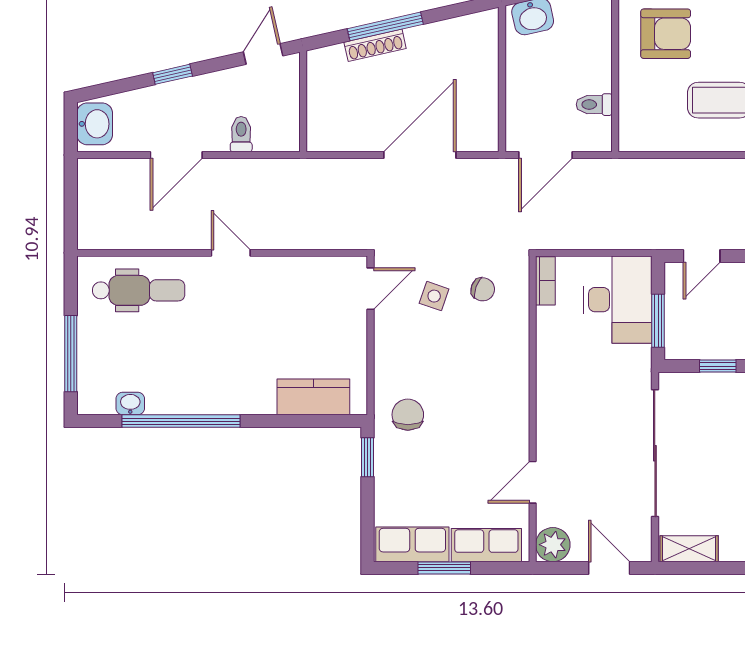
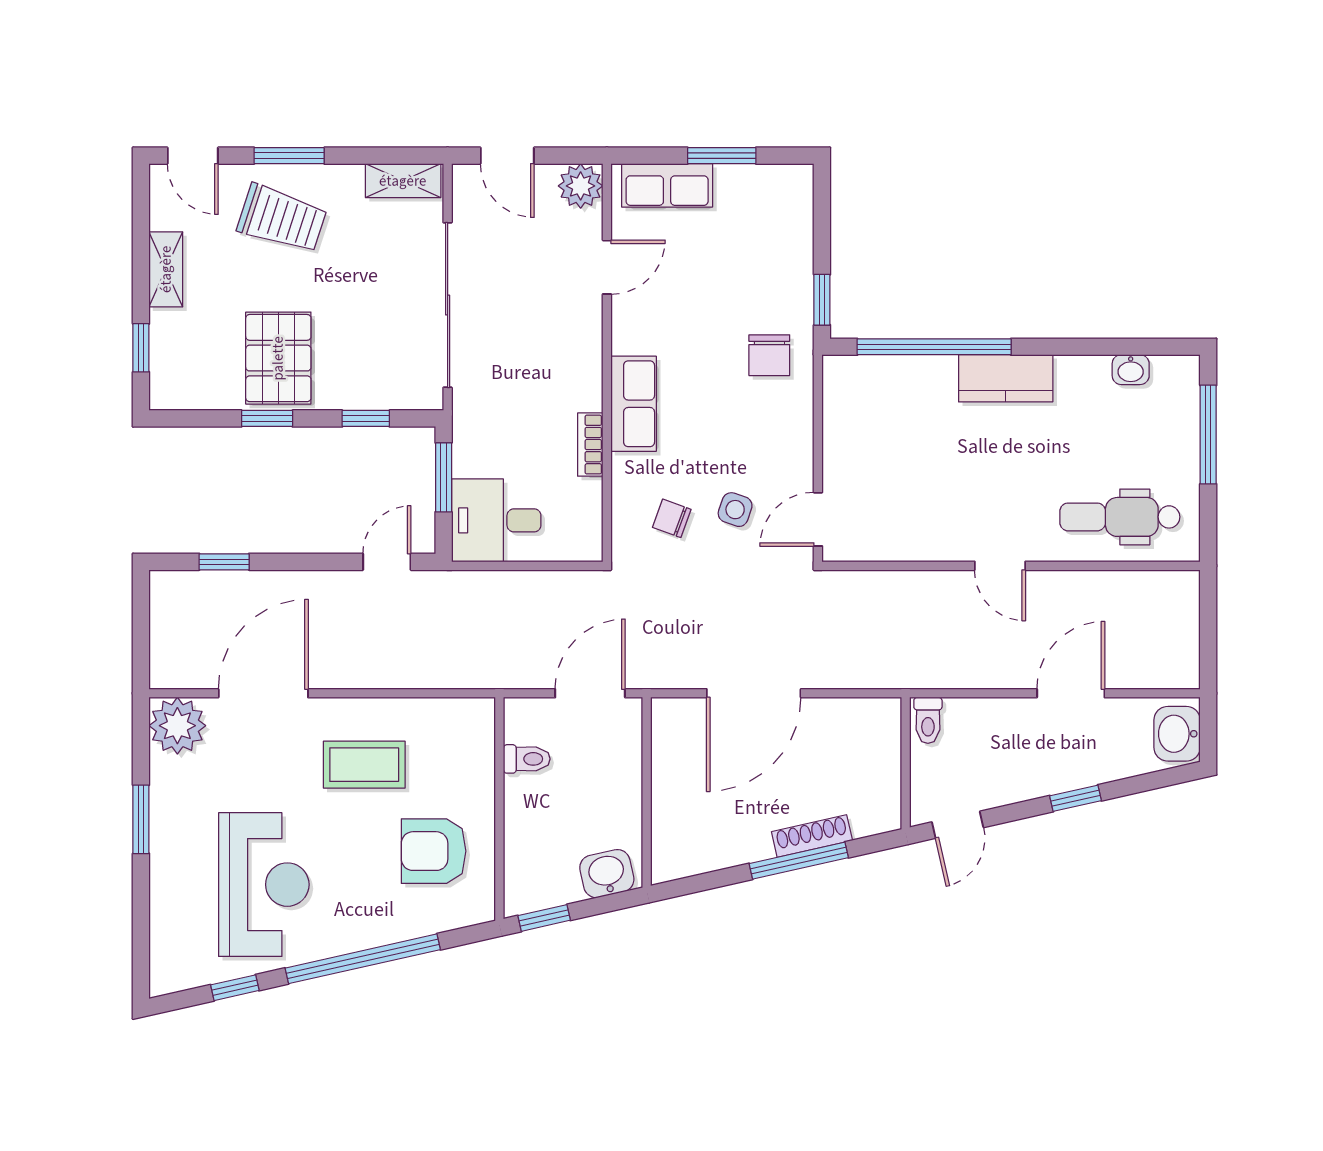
toilet: (241, 134) -> (928, 720), moved
bookcase: (545, 281) -> (590, 445), moved
desk: (618, 300) -> (496, 520), width x0.73
kitchen counter: (313, 397) -> (1006, 378), moved
window: (181, 421) -> (934, 347), moved
row of seats: (412, 544) -> (634, 404), moved, turned -90

